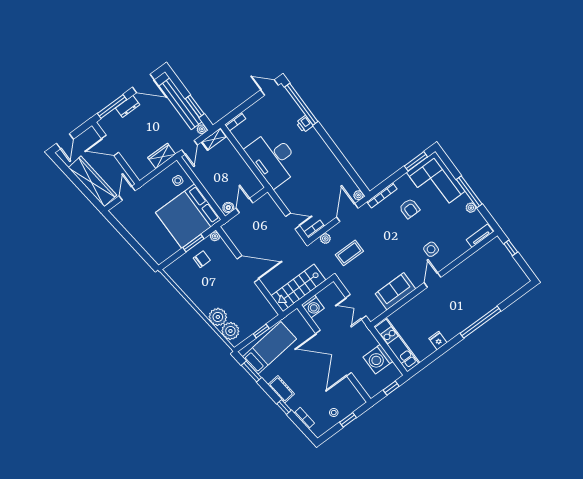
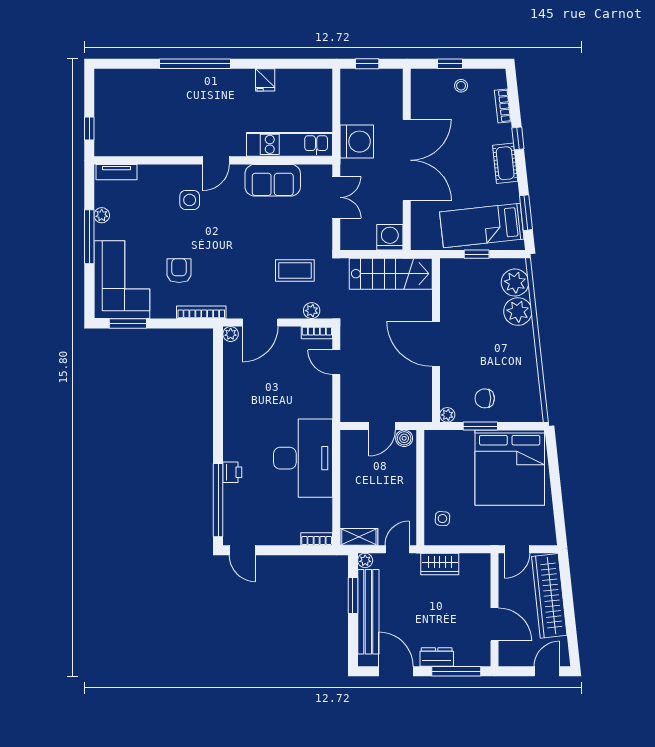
bed: (188, 216) -> (510, 468), moved, turned 90
kitchen unit: (397, 345) -> (290, 144), moved, turned 90
washing machine: (378, 359) -> (357, 142), moved

